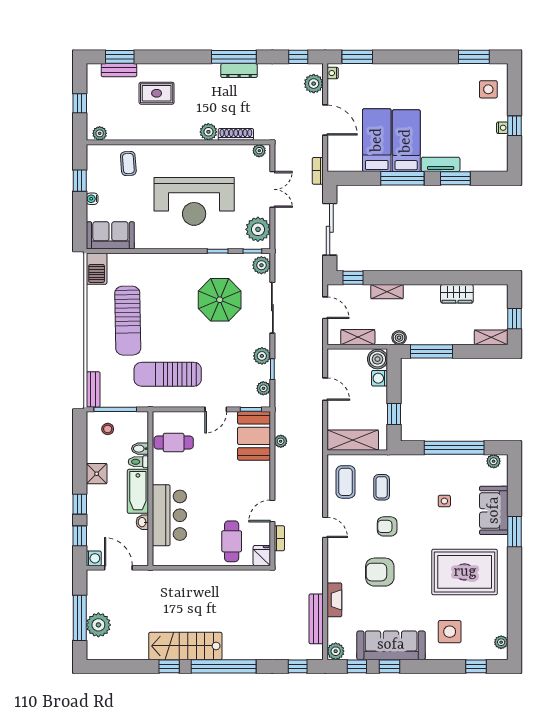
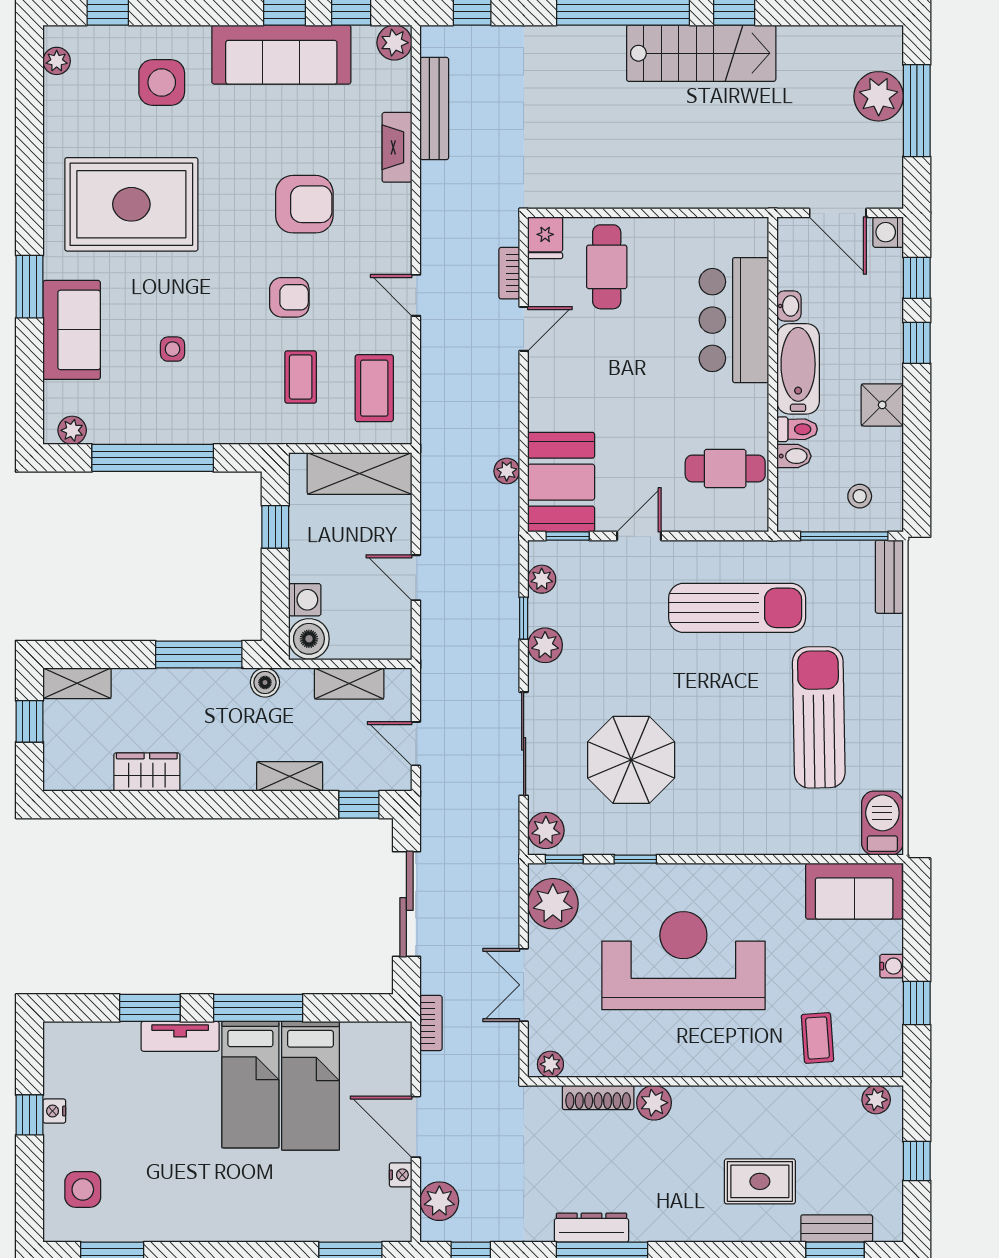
nightstand: (333, 73) -> (401, 1175), moved

